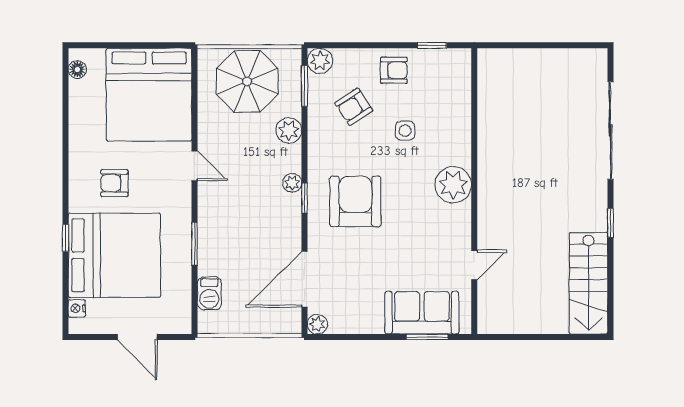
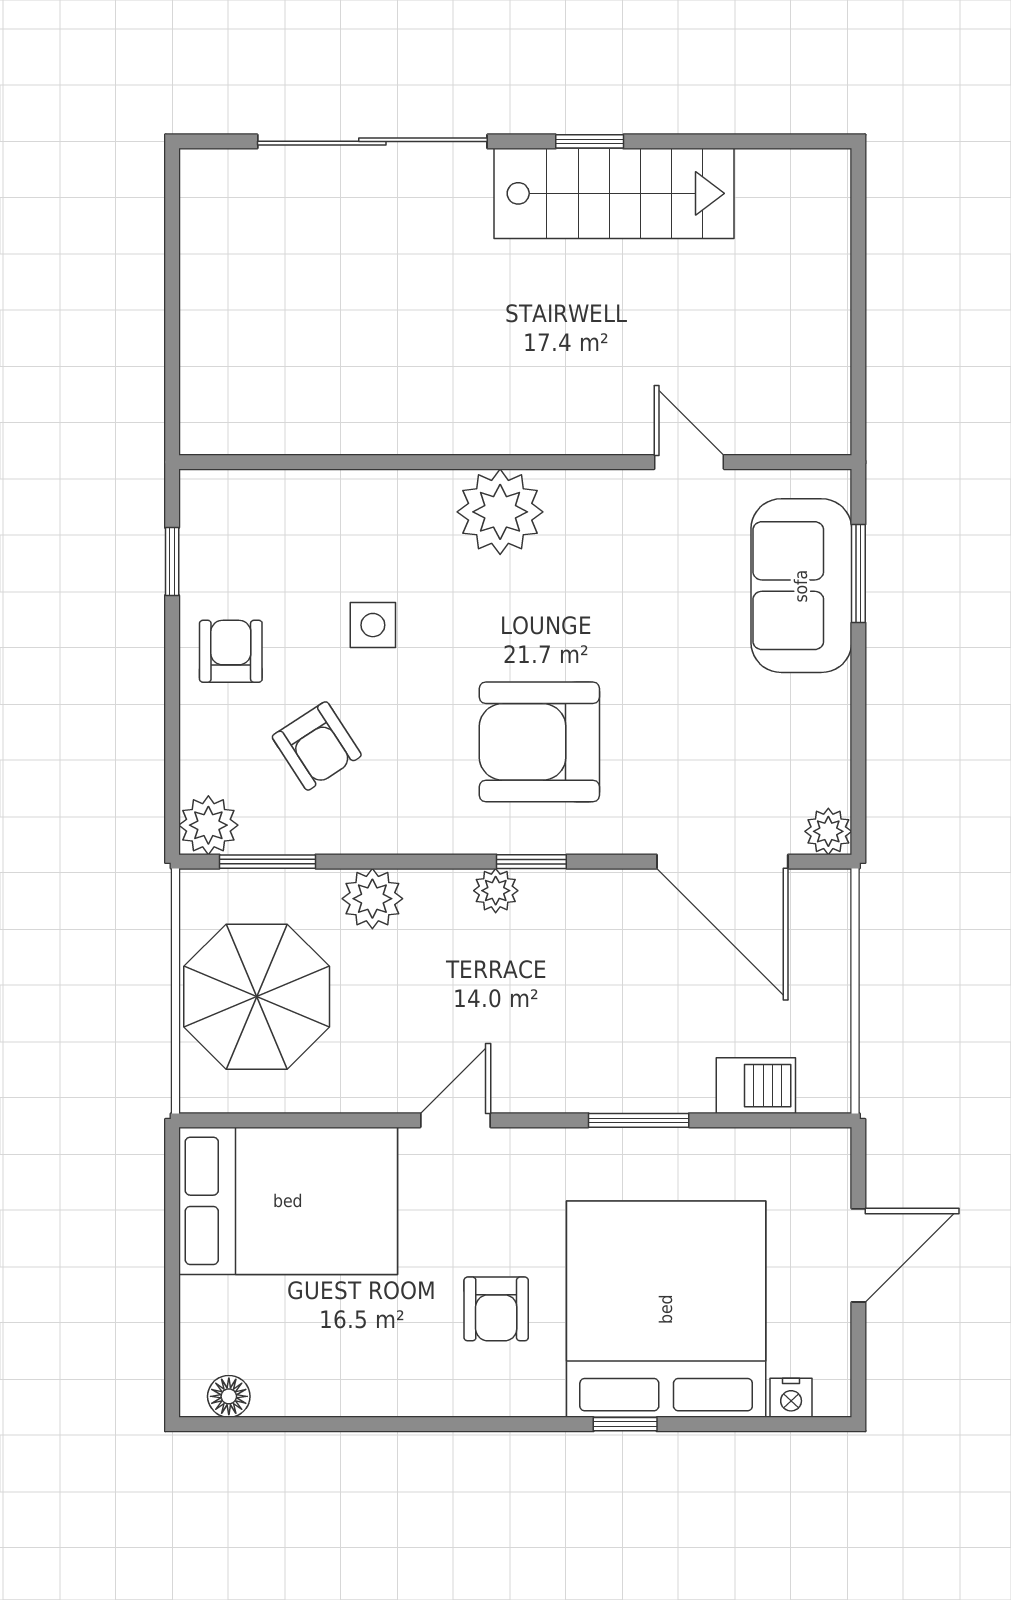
bed: (149, 95) -> (288, 1201), width x0.73
stairs: (588, 283) -> (614, 193), moved

